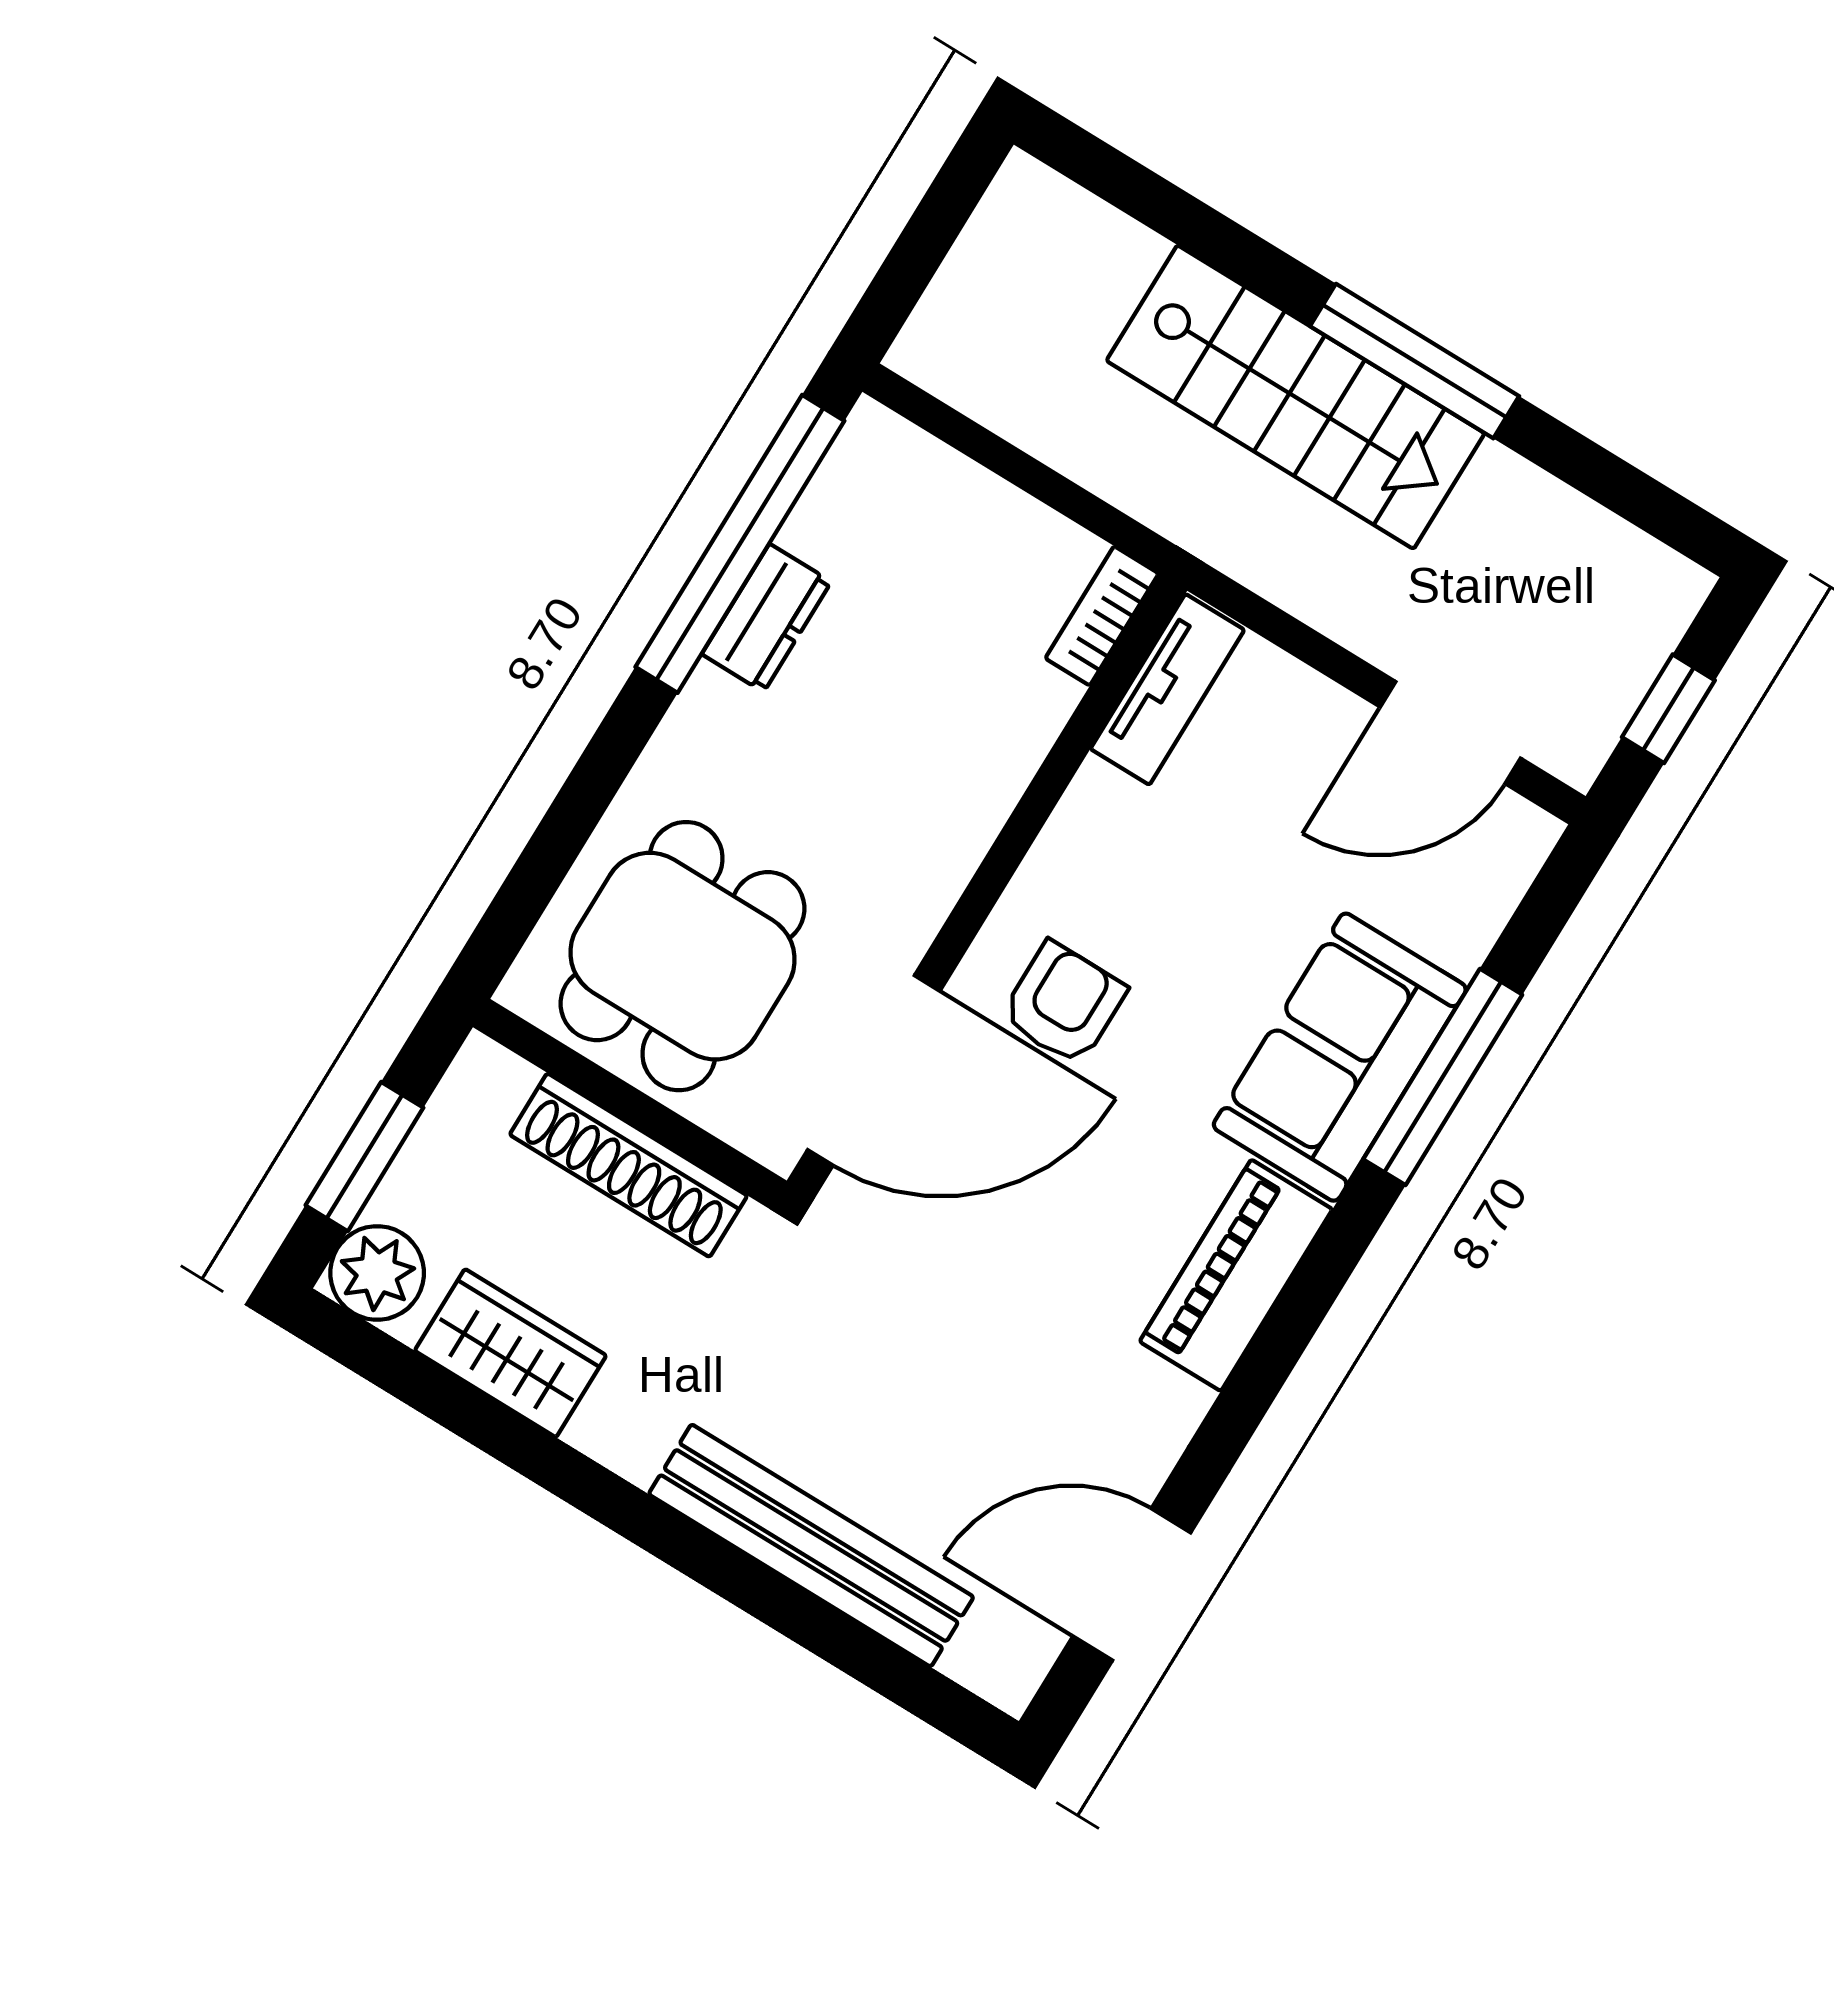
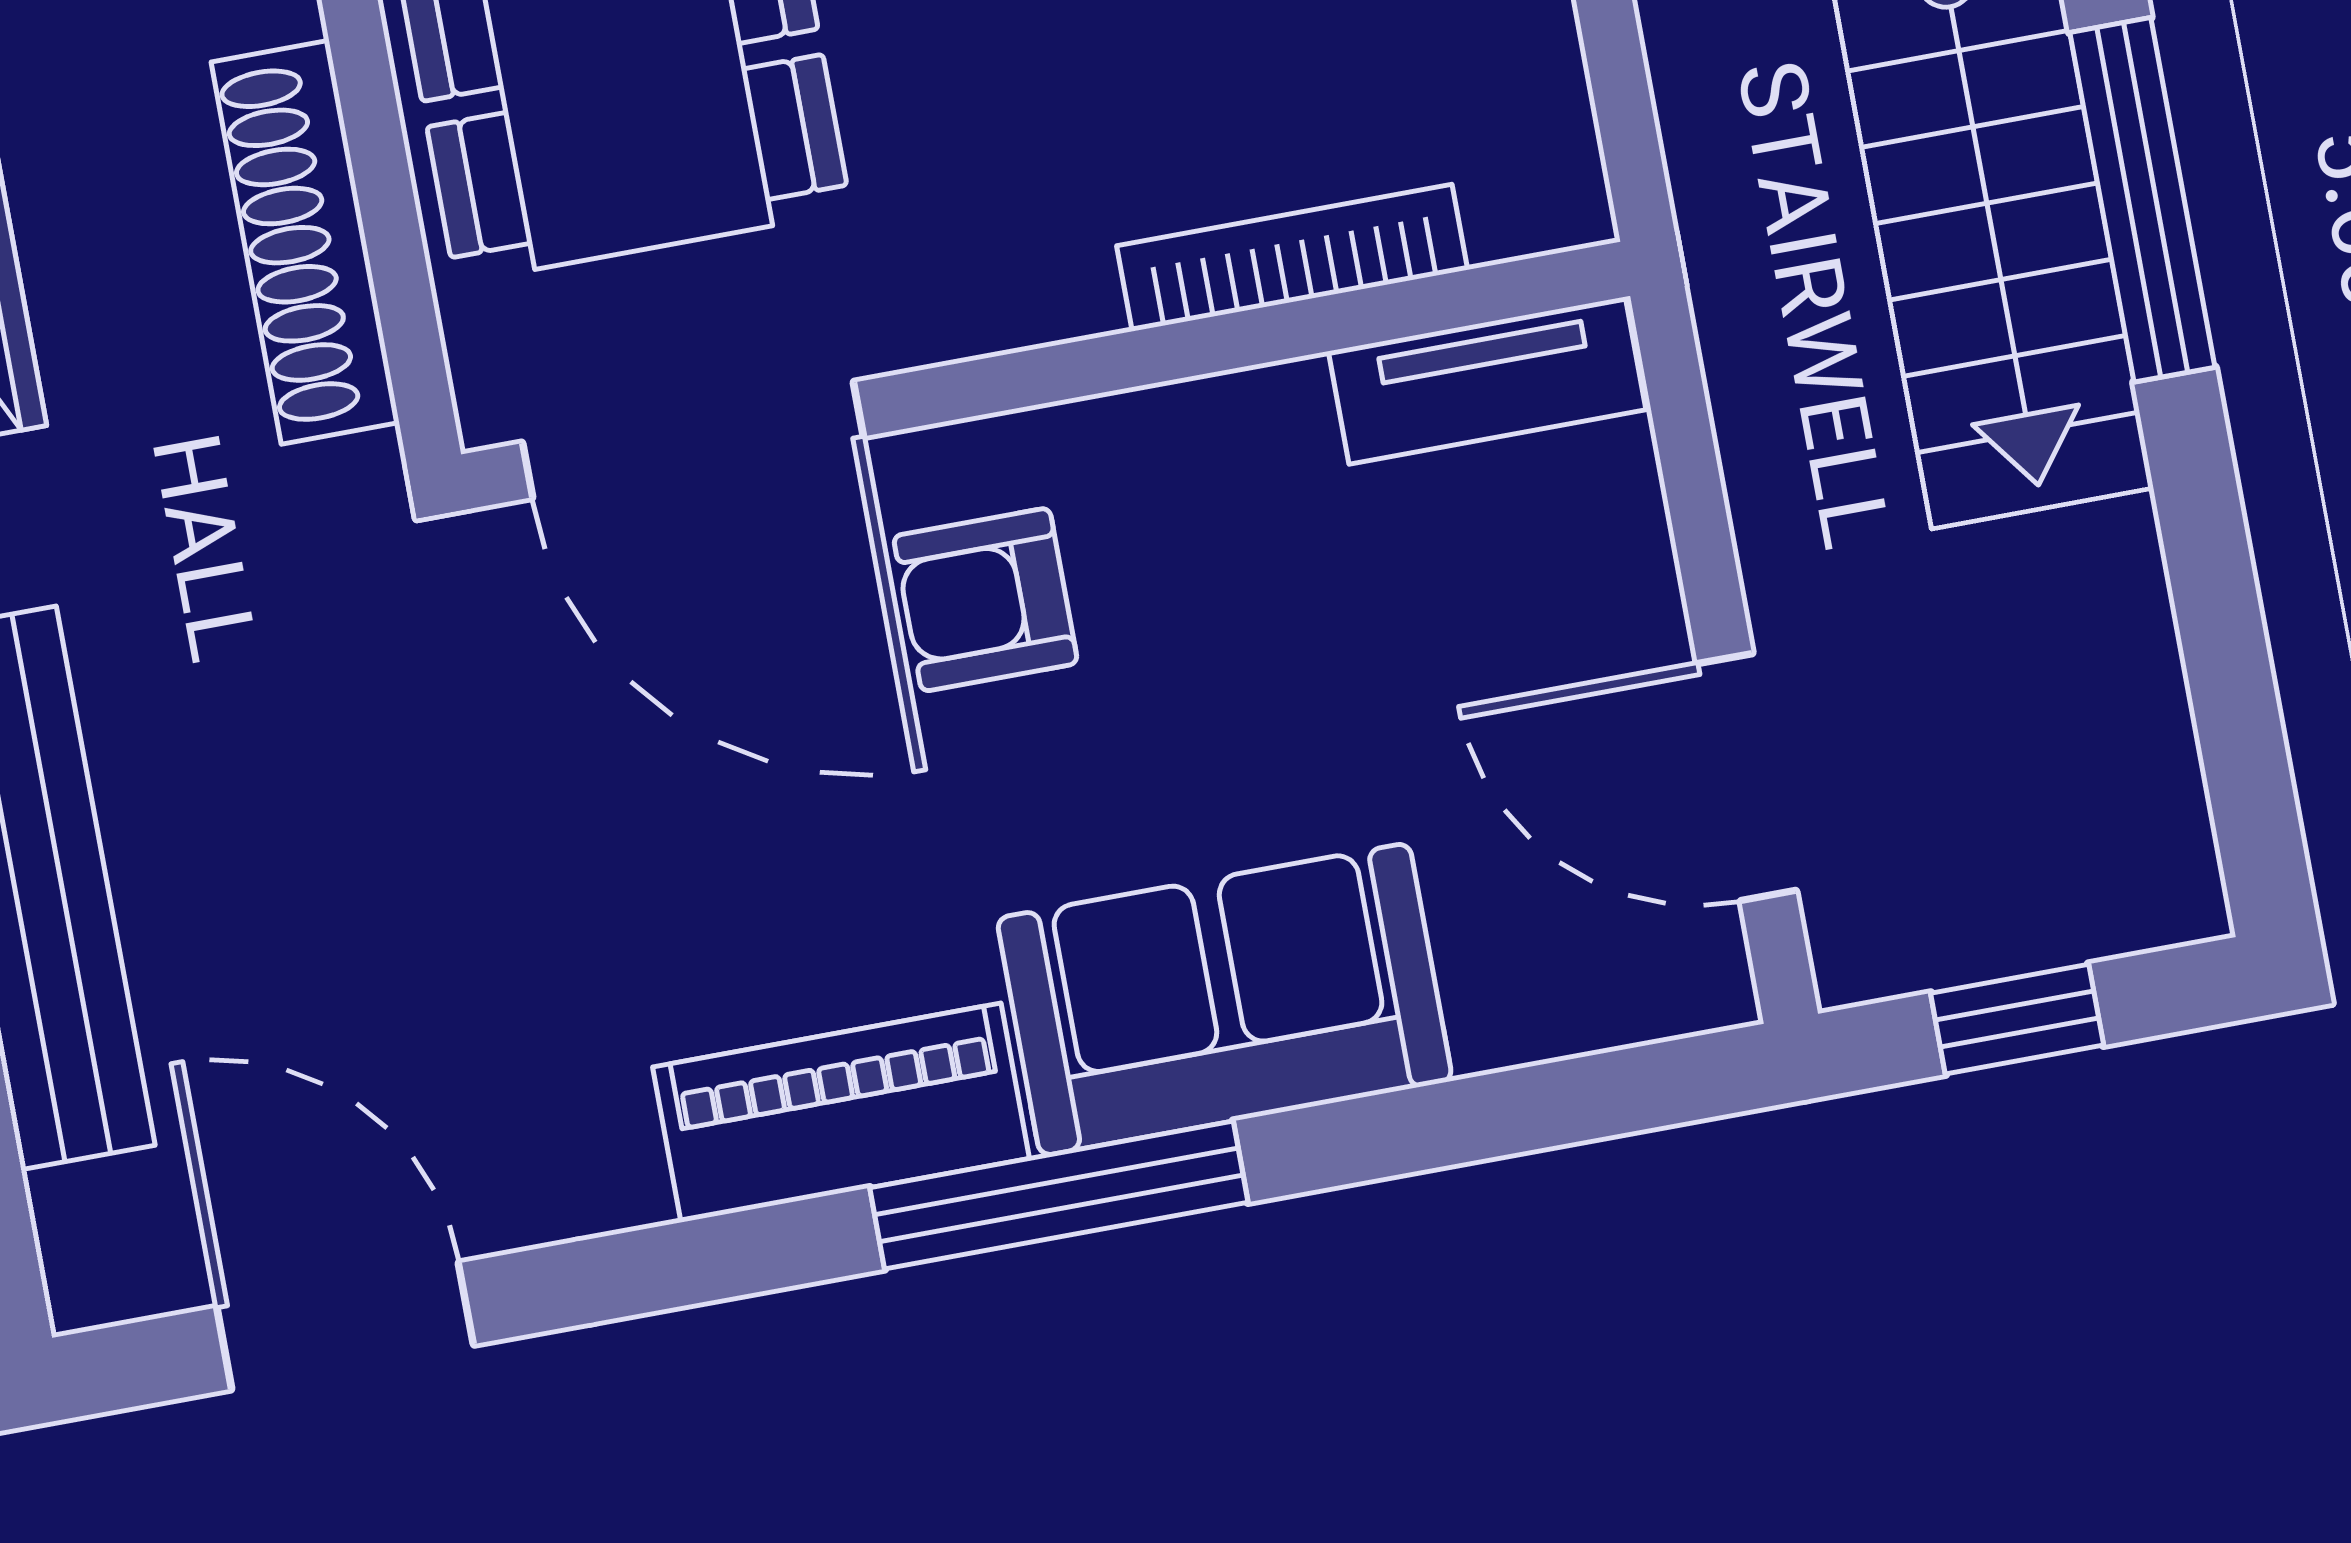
window: (1415, 361) -> (2142, 200), moved
bookcase: (1102, 616) -> (1292, 258), moved, width x1.56
armchair: (1064, 1003) -> (985, 600), turned 180
window: (1443, 1077) -> (1059, 1195), moved

